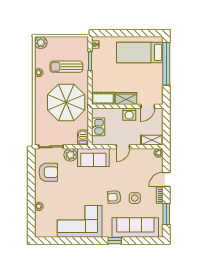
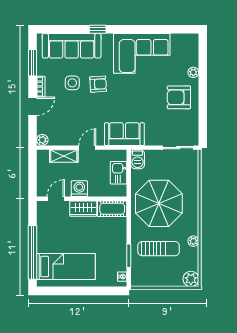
shelving: (152, 140) -> (64, 156), moved
plant: (70, 155) -> (153, 137), removed
armchair: (48, 172) -> (179, 97), moved

